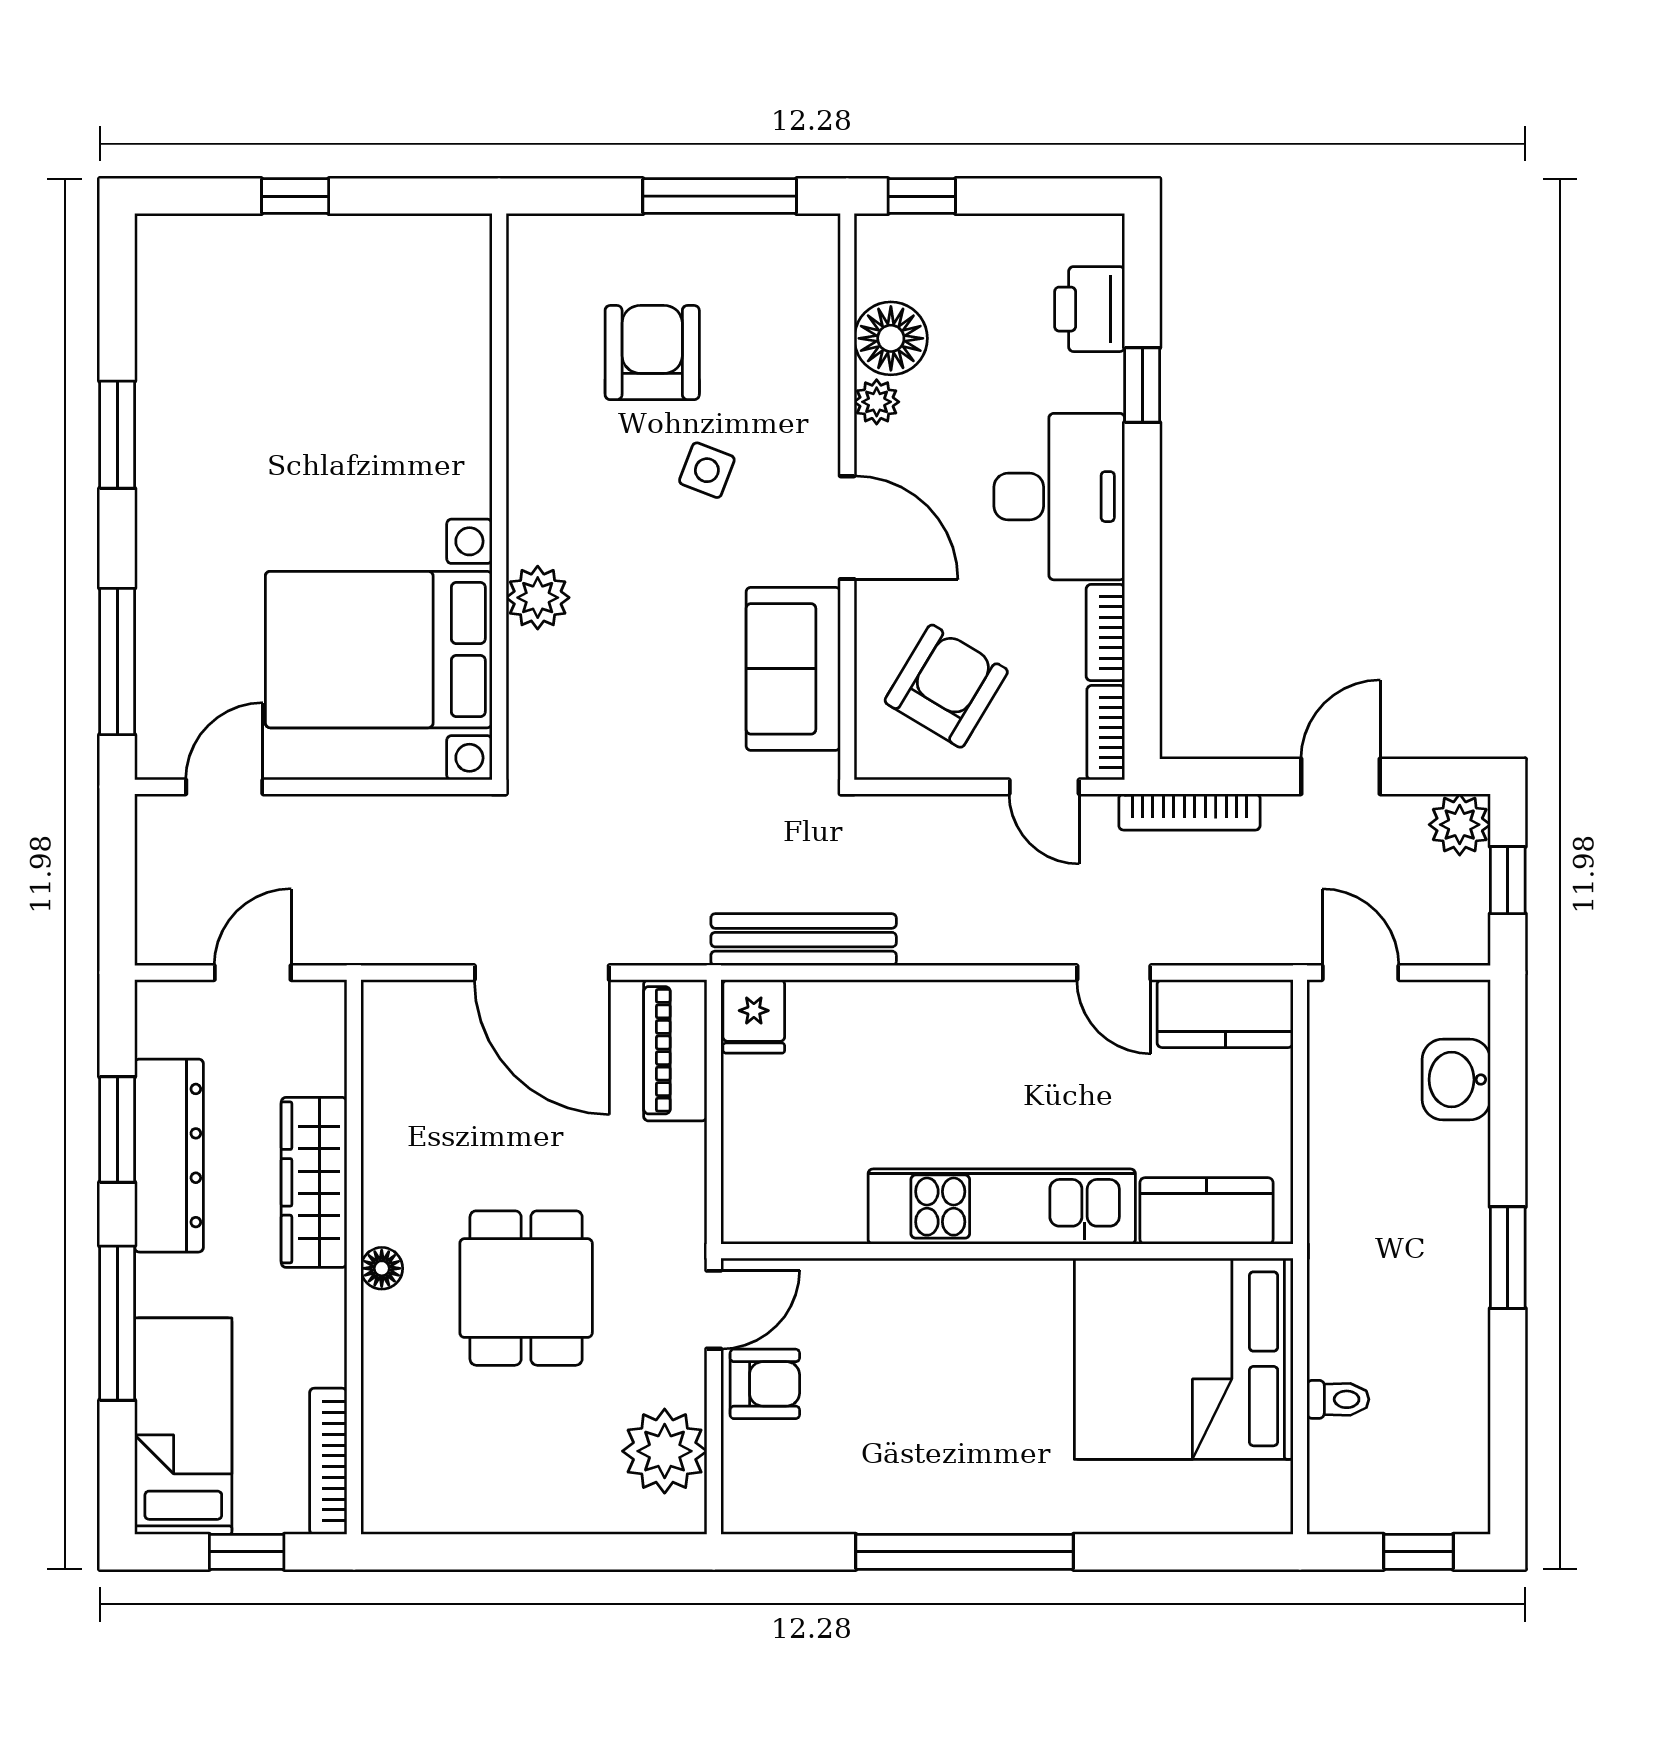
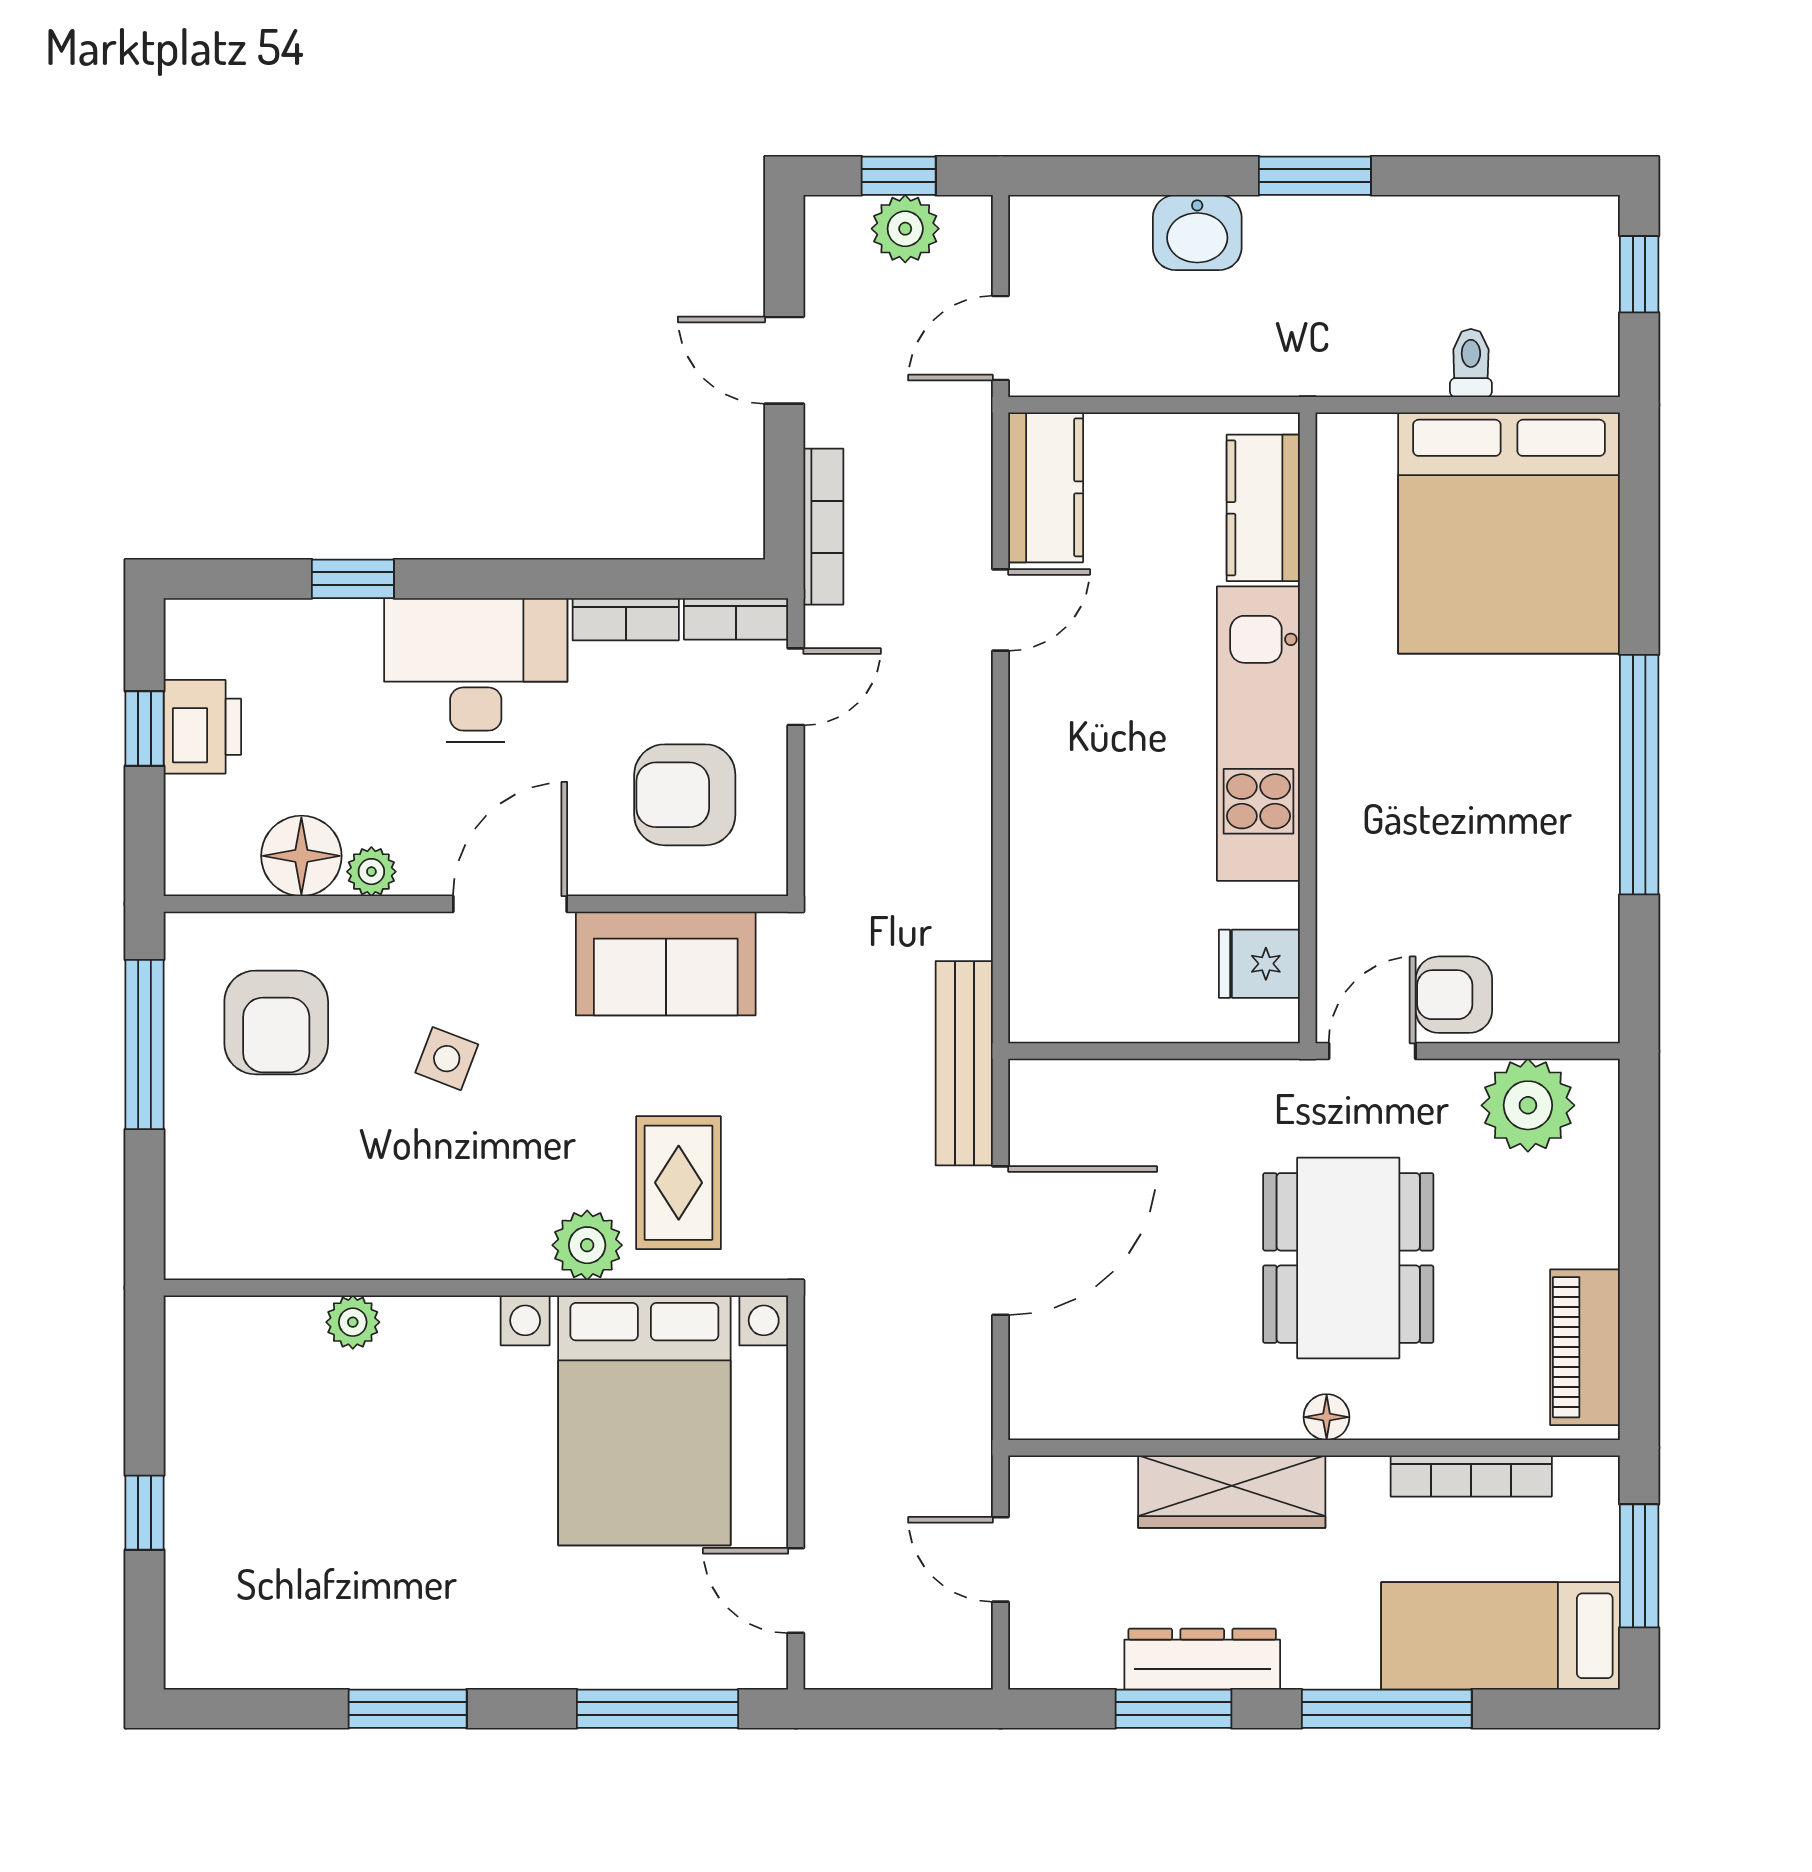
window: (922, 196) -> (144, 729), moved
printer: (1090, 309) -> (202, 727), moved, turned -90
armchair: (652, 353) -> (276, 1022), moved, turned -90
plant: (468, 385) -> (353, 1322), added
rug: (594, 680) -> (679, 1183), added
armchair: (946, 686) -> (685, 795), turned -31
plant: (1460, 825) -> (905, 229), moved
bench: (804, 940) -> (964, 1063), moved
fridge: (754, 1016) -> (1259, 964), moved, turned 180
piano: (675, 1050) -> (1585, 1347), moved, turned 90
washbasin: (1456, 1080) -> (1197, 233), moved
dresser: (169, 1156) -> (1202, 1659), width x0.73, depth x0.80
dining table: (526, 1288) -> (1348, 1258), width x1.38
door: (714, 1310) -> (1372, 1051), hinge flipped
bed: (1184, 1359) -> (1509, 533), moved
armchair: (765, 1384) -> (1454, 995), turned -90
bookcase: (328, 1461) -> (1471, 1476), moved
window: (247, 1552) -> (1639, 1566), width x1.50

